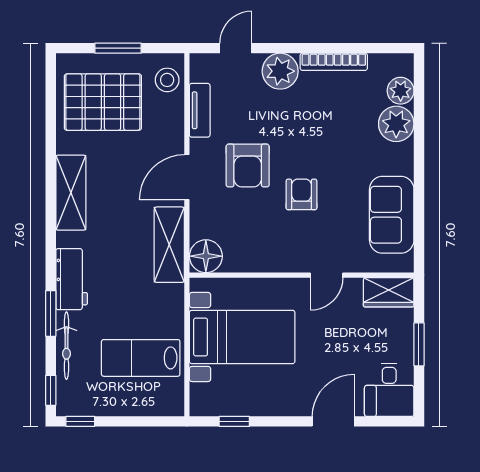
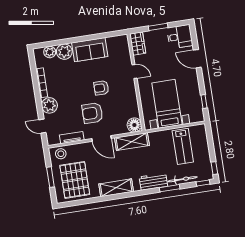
armchair: (248, 166) -> (92, 113), turned 180
sofa: (392, 215) -> (90, 50), moved

